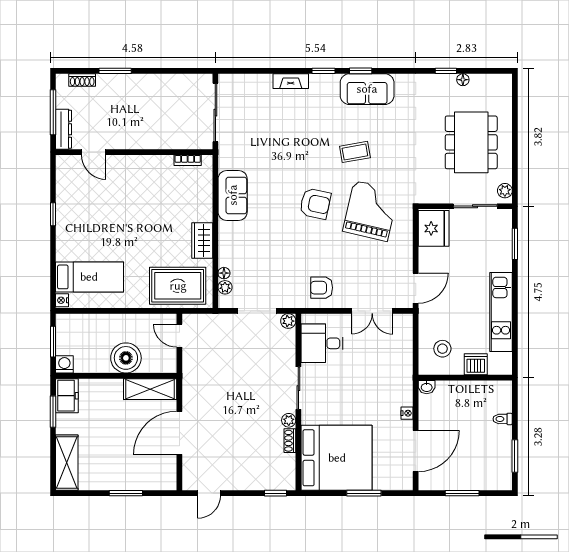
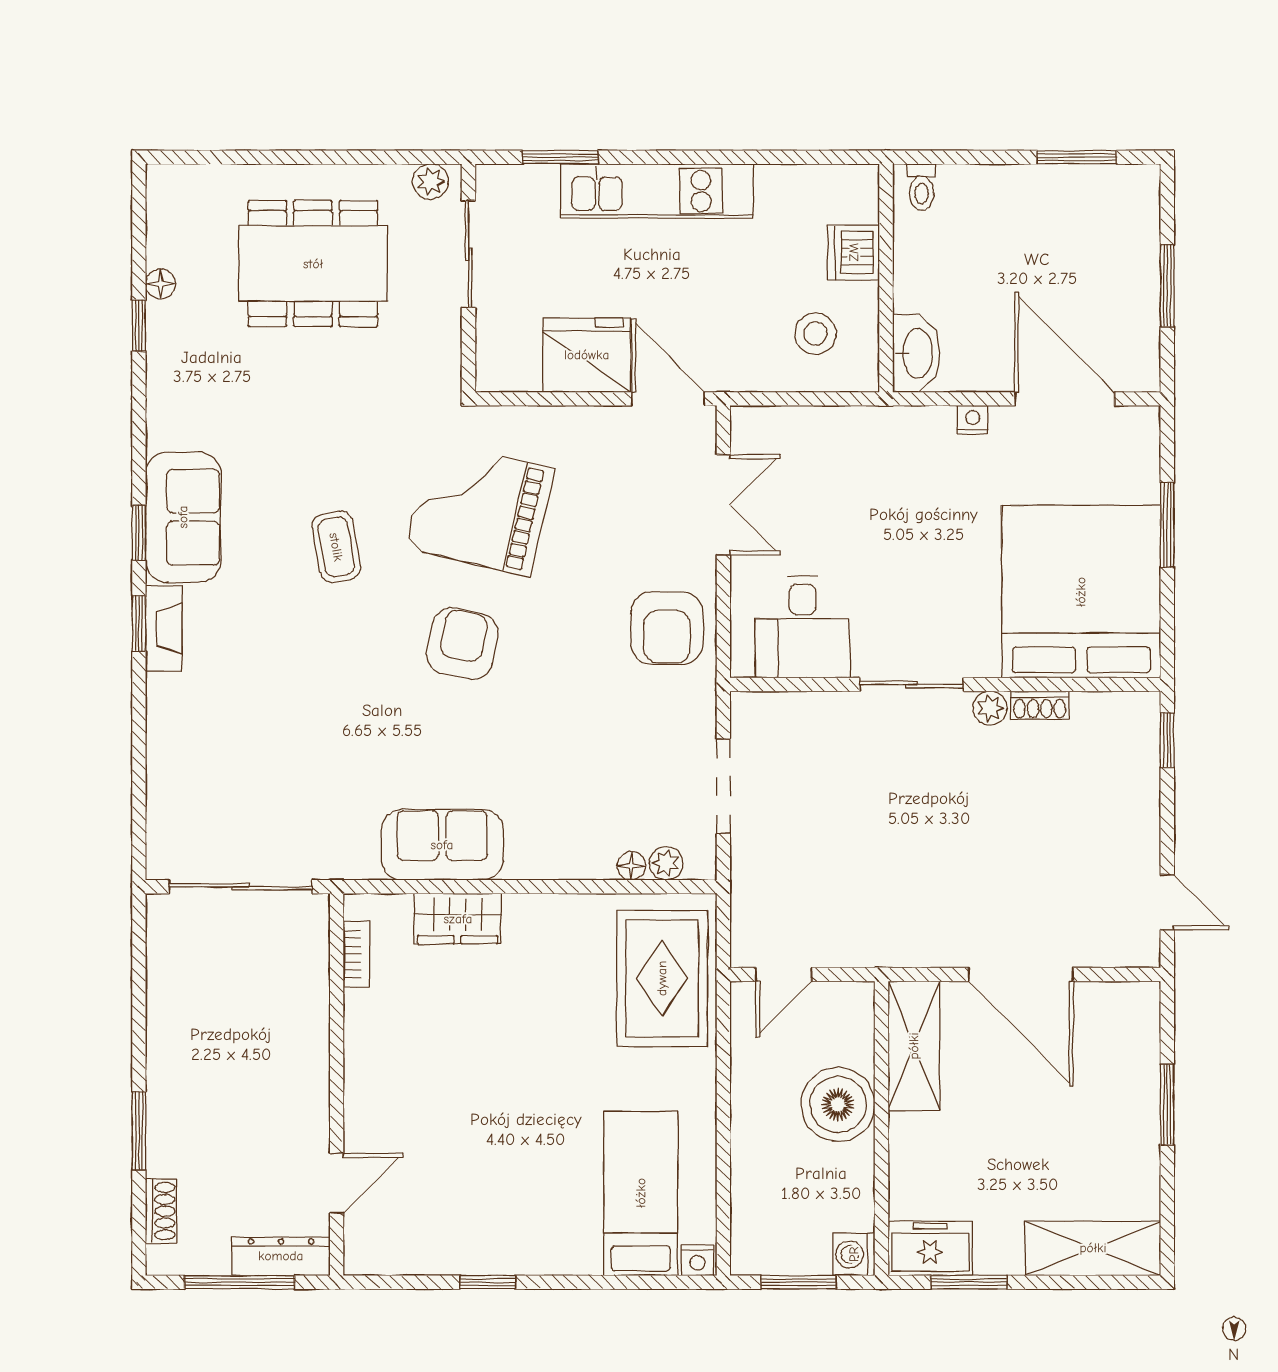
fireplace: (291, 81) -> (164, 629), moved
fridge: (434, 228) -> (587, 355), moved
wardrobe: (202, 240) -> (458, 919), moved
armchair: (322, 288) -> (667, 628), width x1.38, depth x1.38
kitchen unit: (501, 312) -> (657, 191), moved
plant: (288, 321) -> (748, 709), removed
washbasin: (427, 387) -> (916, 353), width x1.91, depth x1.45
toilet: (503, 419) -> (922, 187), moved

